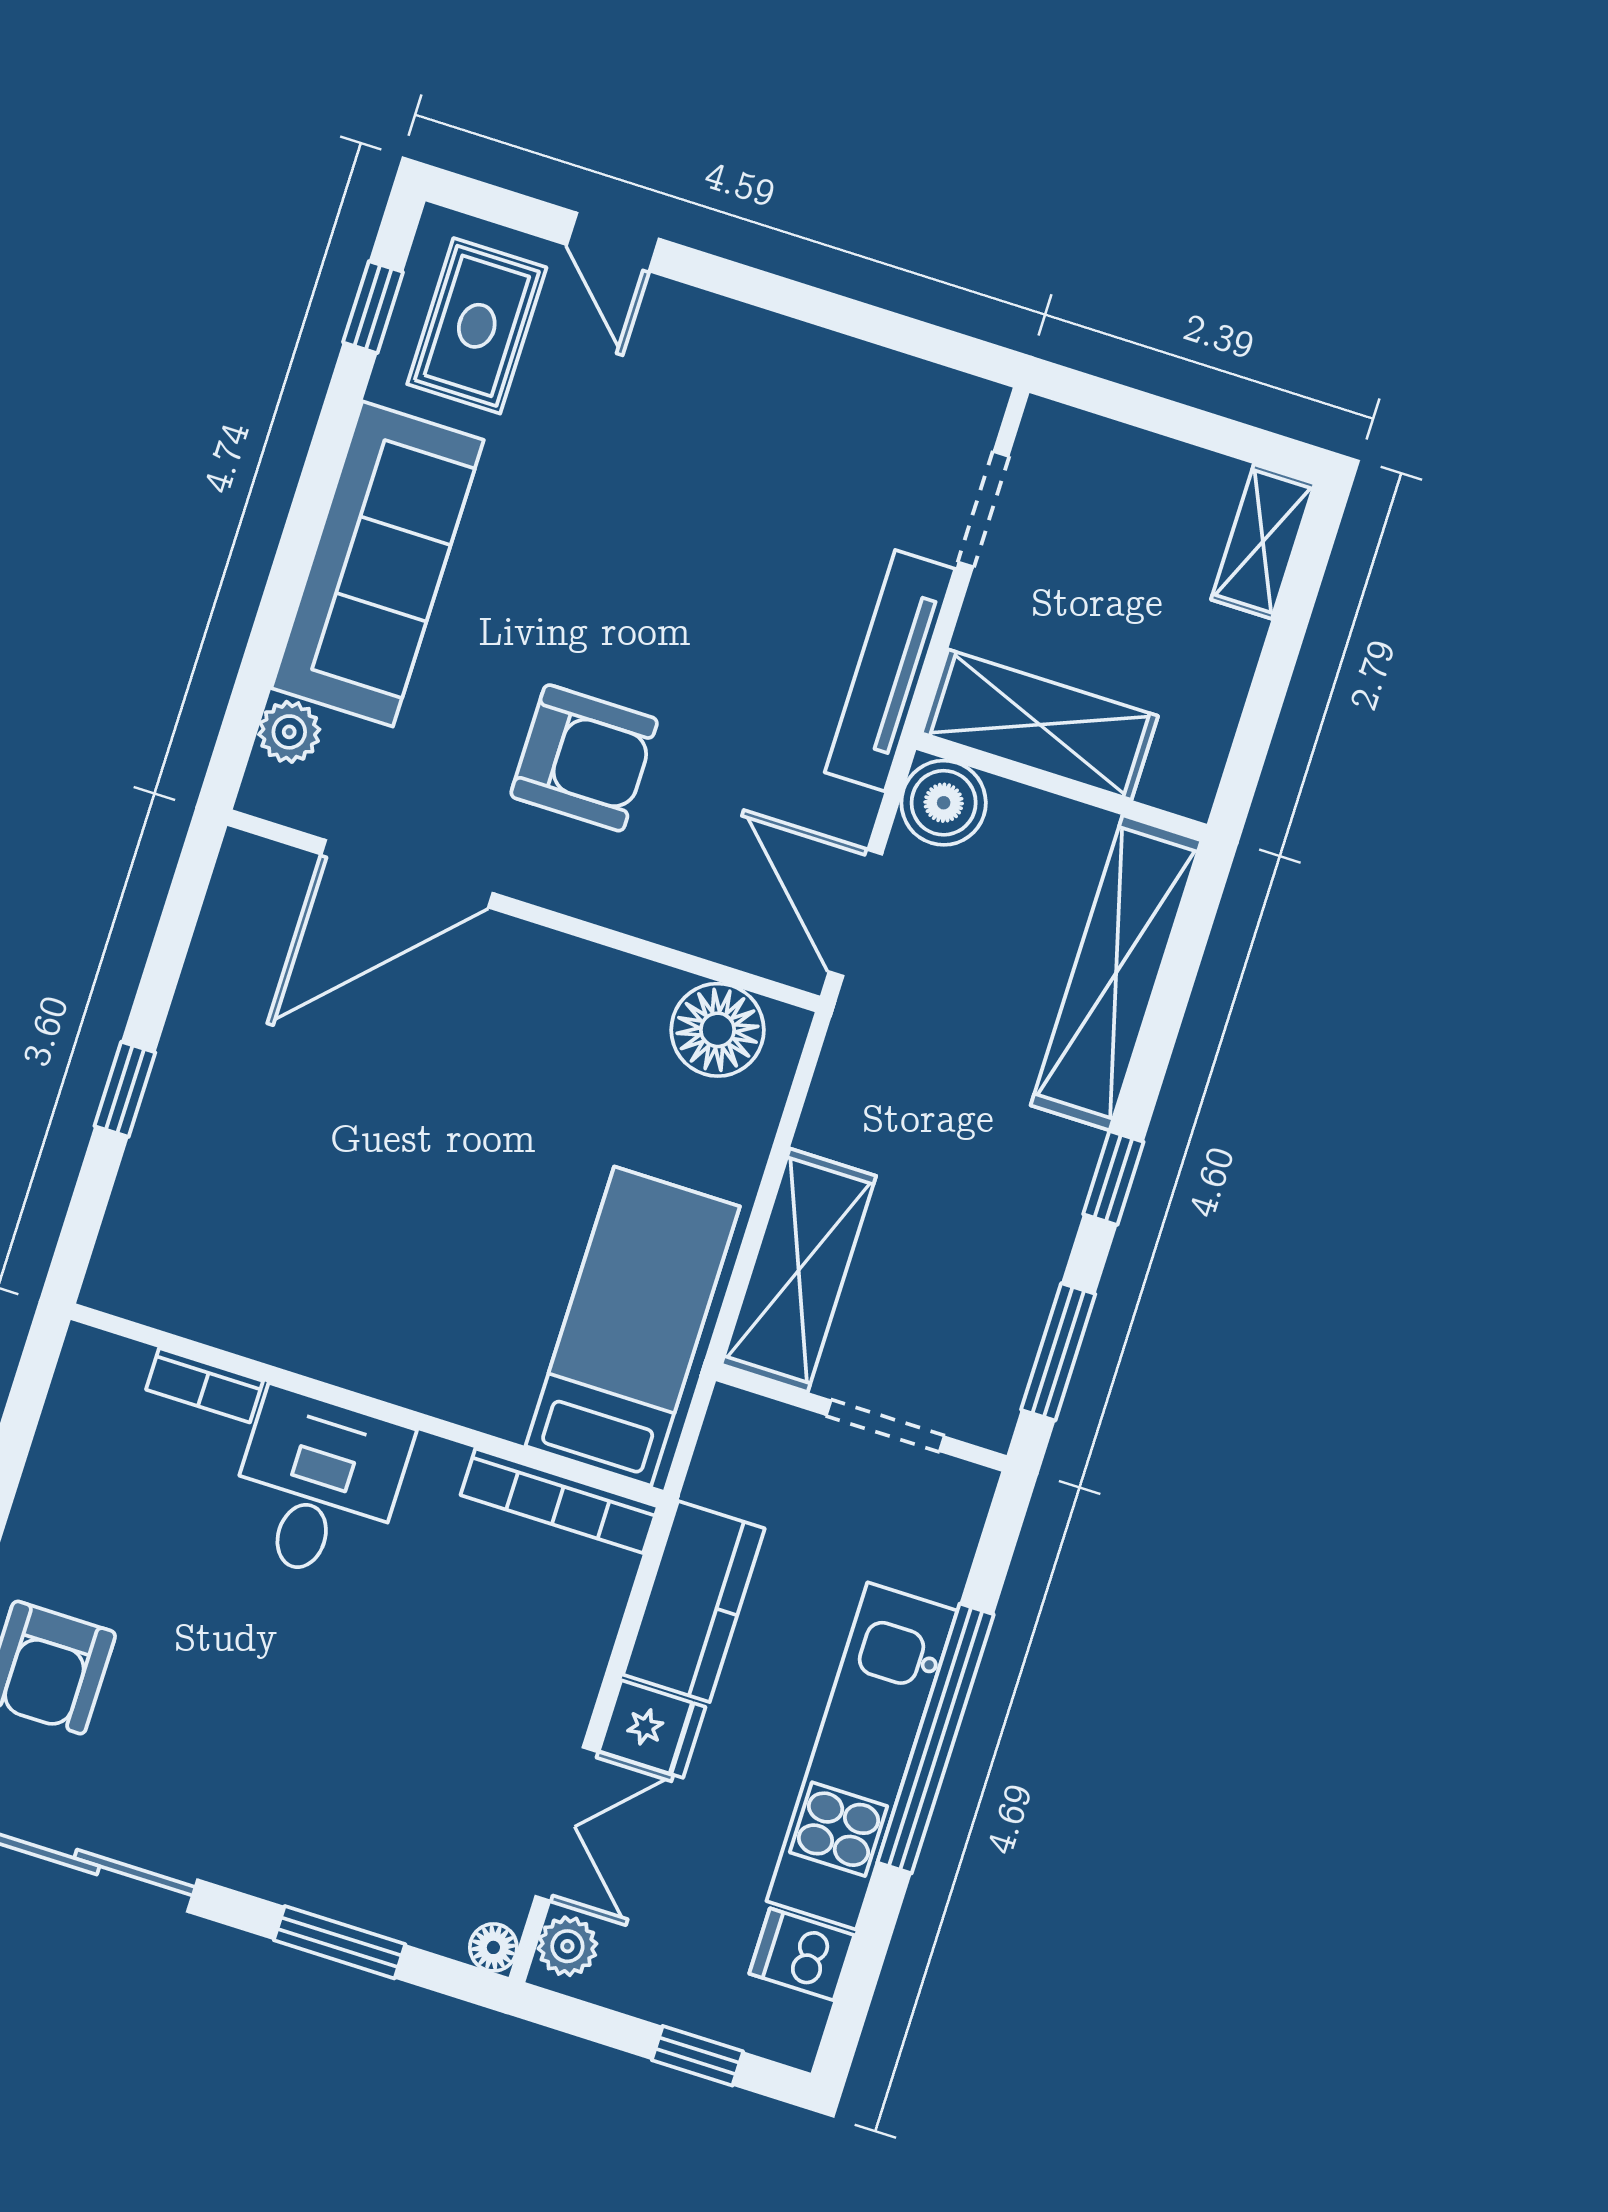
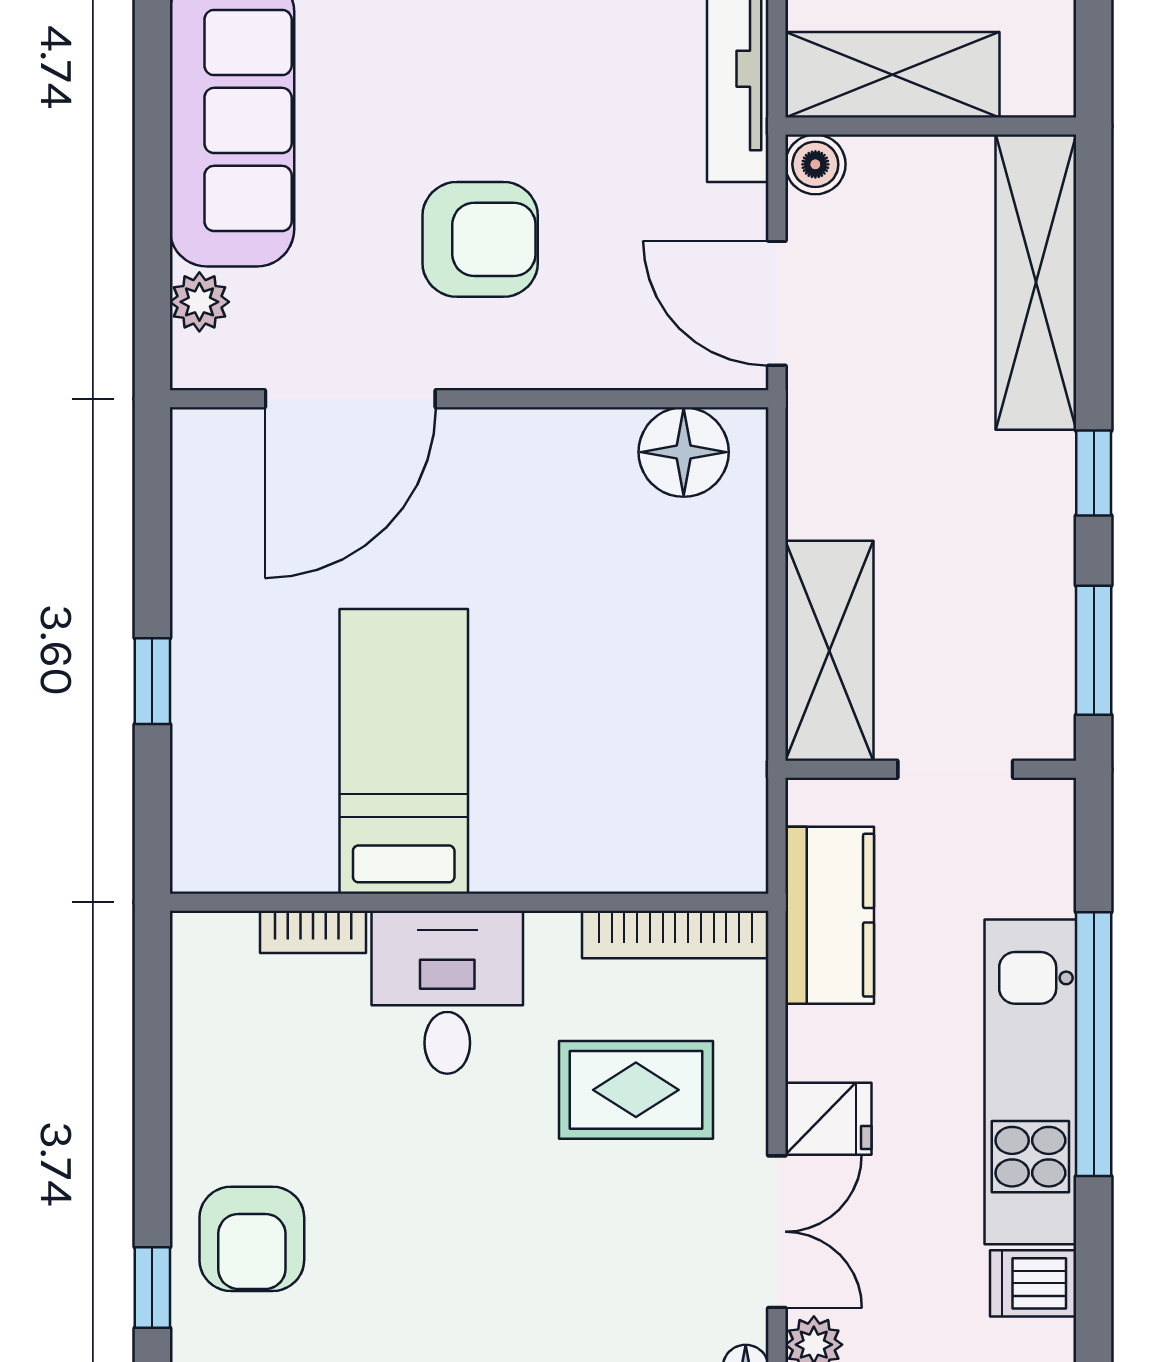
boiler: (944, 803) -> (815, 164), width x0.73, depth x0.73
bed: (633, 1326) -> (404, 751), moved
kitchen counter: (694, 1602) -> (830, 915), moved
rug: (472, 1641) -> (636, 1090), added

